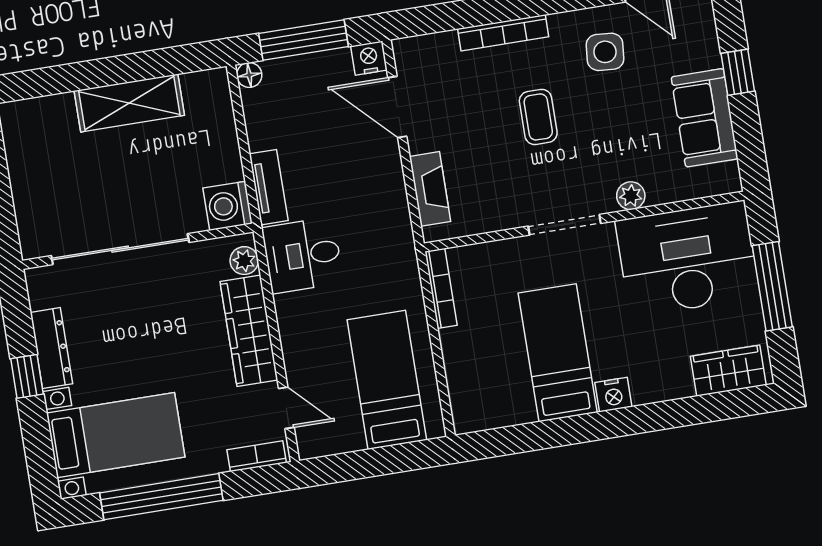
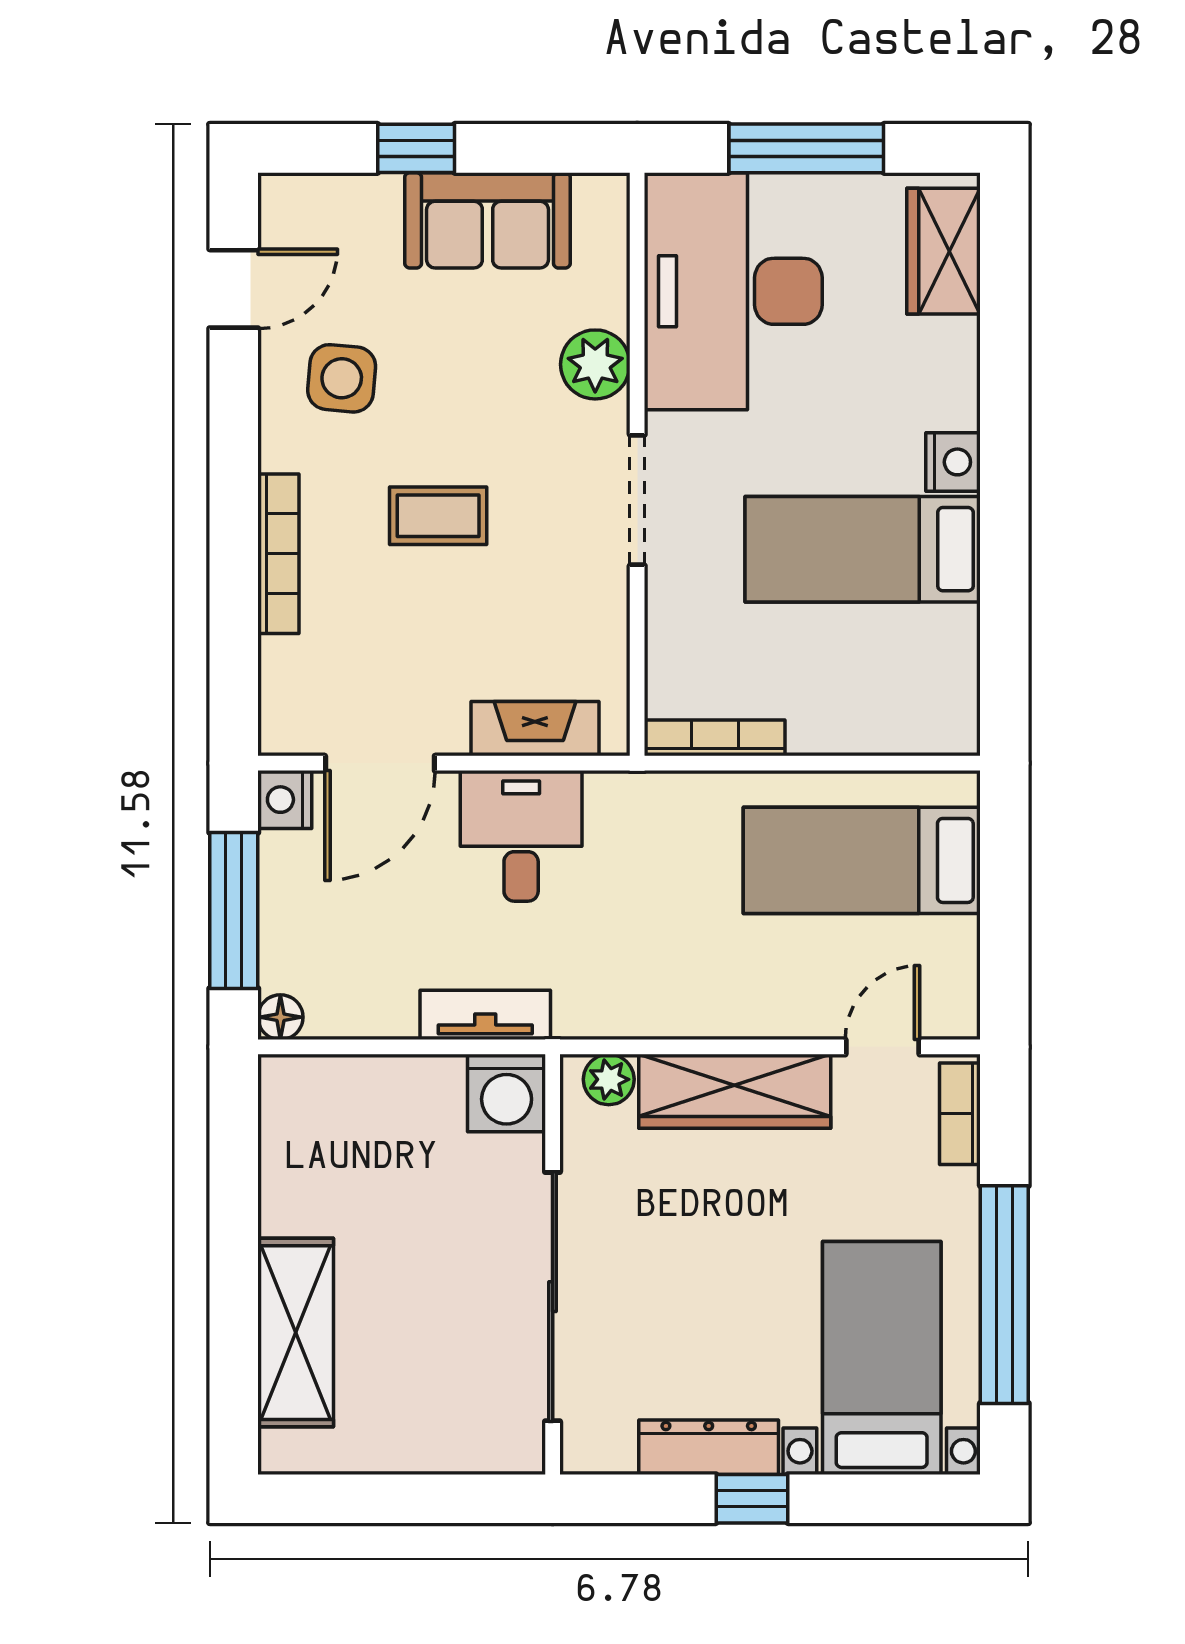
shelving: (129, 103) -> (296, 1333), moved
plant: (631, 196) -> (595, 364), width x1.38, depth x1.38
desk: (303, 255) -> (521, 836), moved, turned 180

